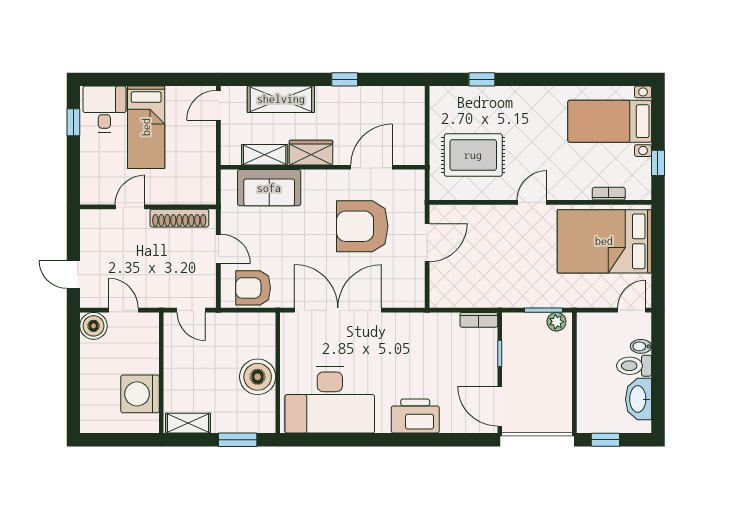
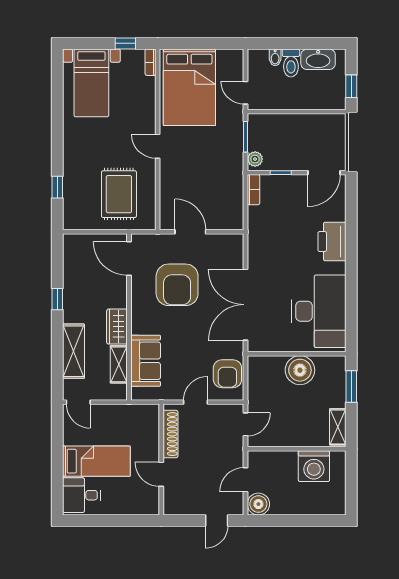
window: (73, 122) -> (92, 521), removed
door: (372, 167) -> (129, 259), moved
bookcase: (609, 194) -> (151, 62), moved
door: (632, 310) -> (246, 93), moved
plant: (556, 322) -> (255, 159), moved

